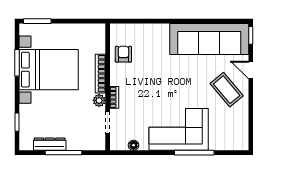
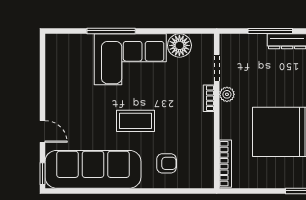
armchair: (123, 54) -> (167, 163), moved, turned -90
bookcase: (100, 74) -> (225, 164), moved
coffee table: (227, 90) -> (135, 121), moved, turned -50
floor lamp: (134, 145) -> (179, 45), width x1.89, depth x1.89

